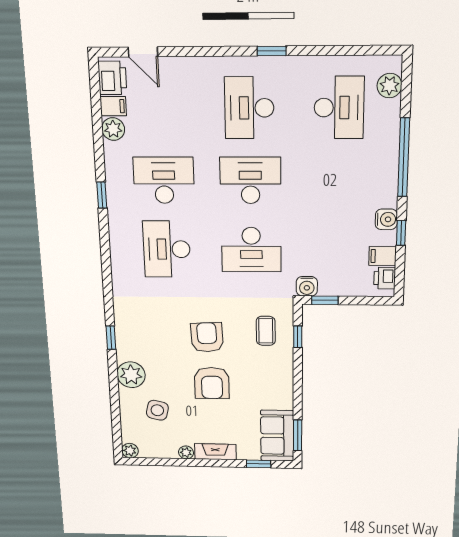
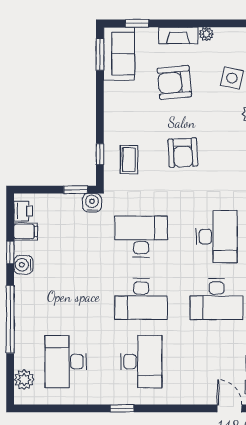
armchair: (212, 383) -> (174, 82), moved, turned -95

